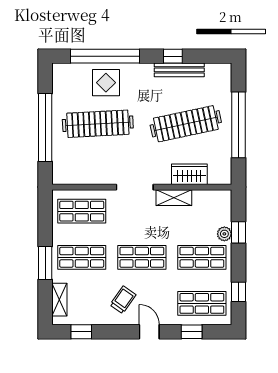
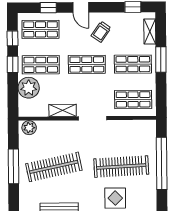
window: (239, 125) -> (13, 166), width x0.68
wardrobe: (189, 174) -> (51, 128), removed
plant: (218, 175) -> (29, 128), added
window: (239, 232) -> (13, 64), moved
plant: (224, 234) -> (29, 88), width x1.87, depth x1.87

